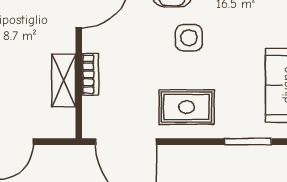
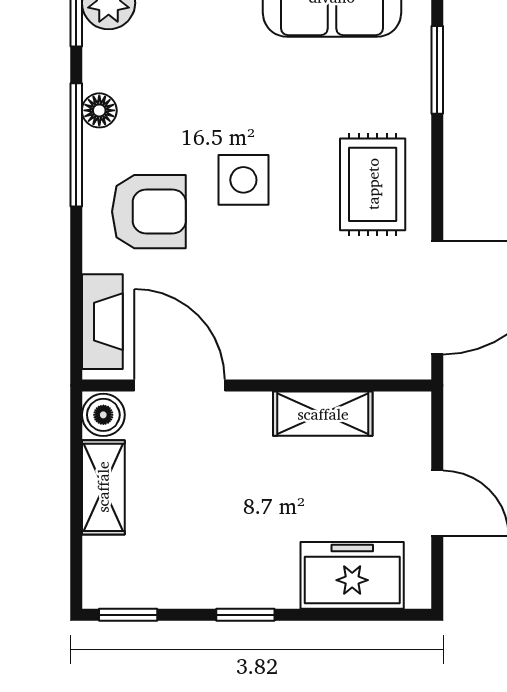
bookcase: (90, 74) -> (312, 364), removed

